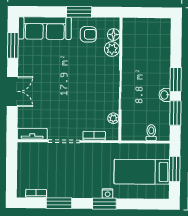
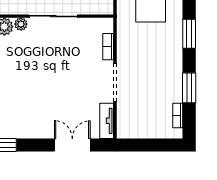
double door: (12, 91) -> (72, 145), moved
plant: (113, 118) -> (21, 24), moved
nightstand: (108, 193) -> (177, 30), removed

